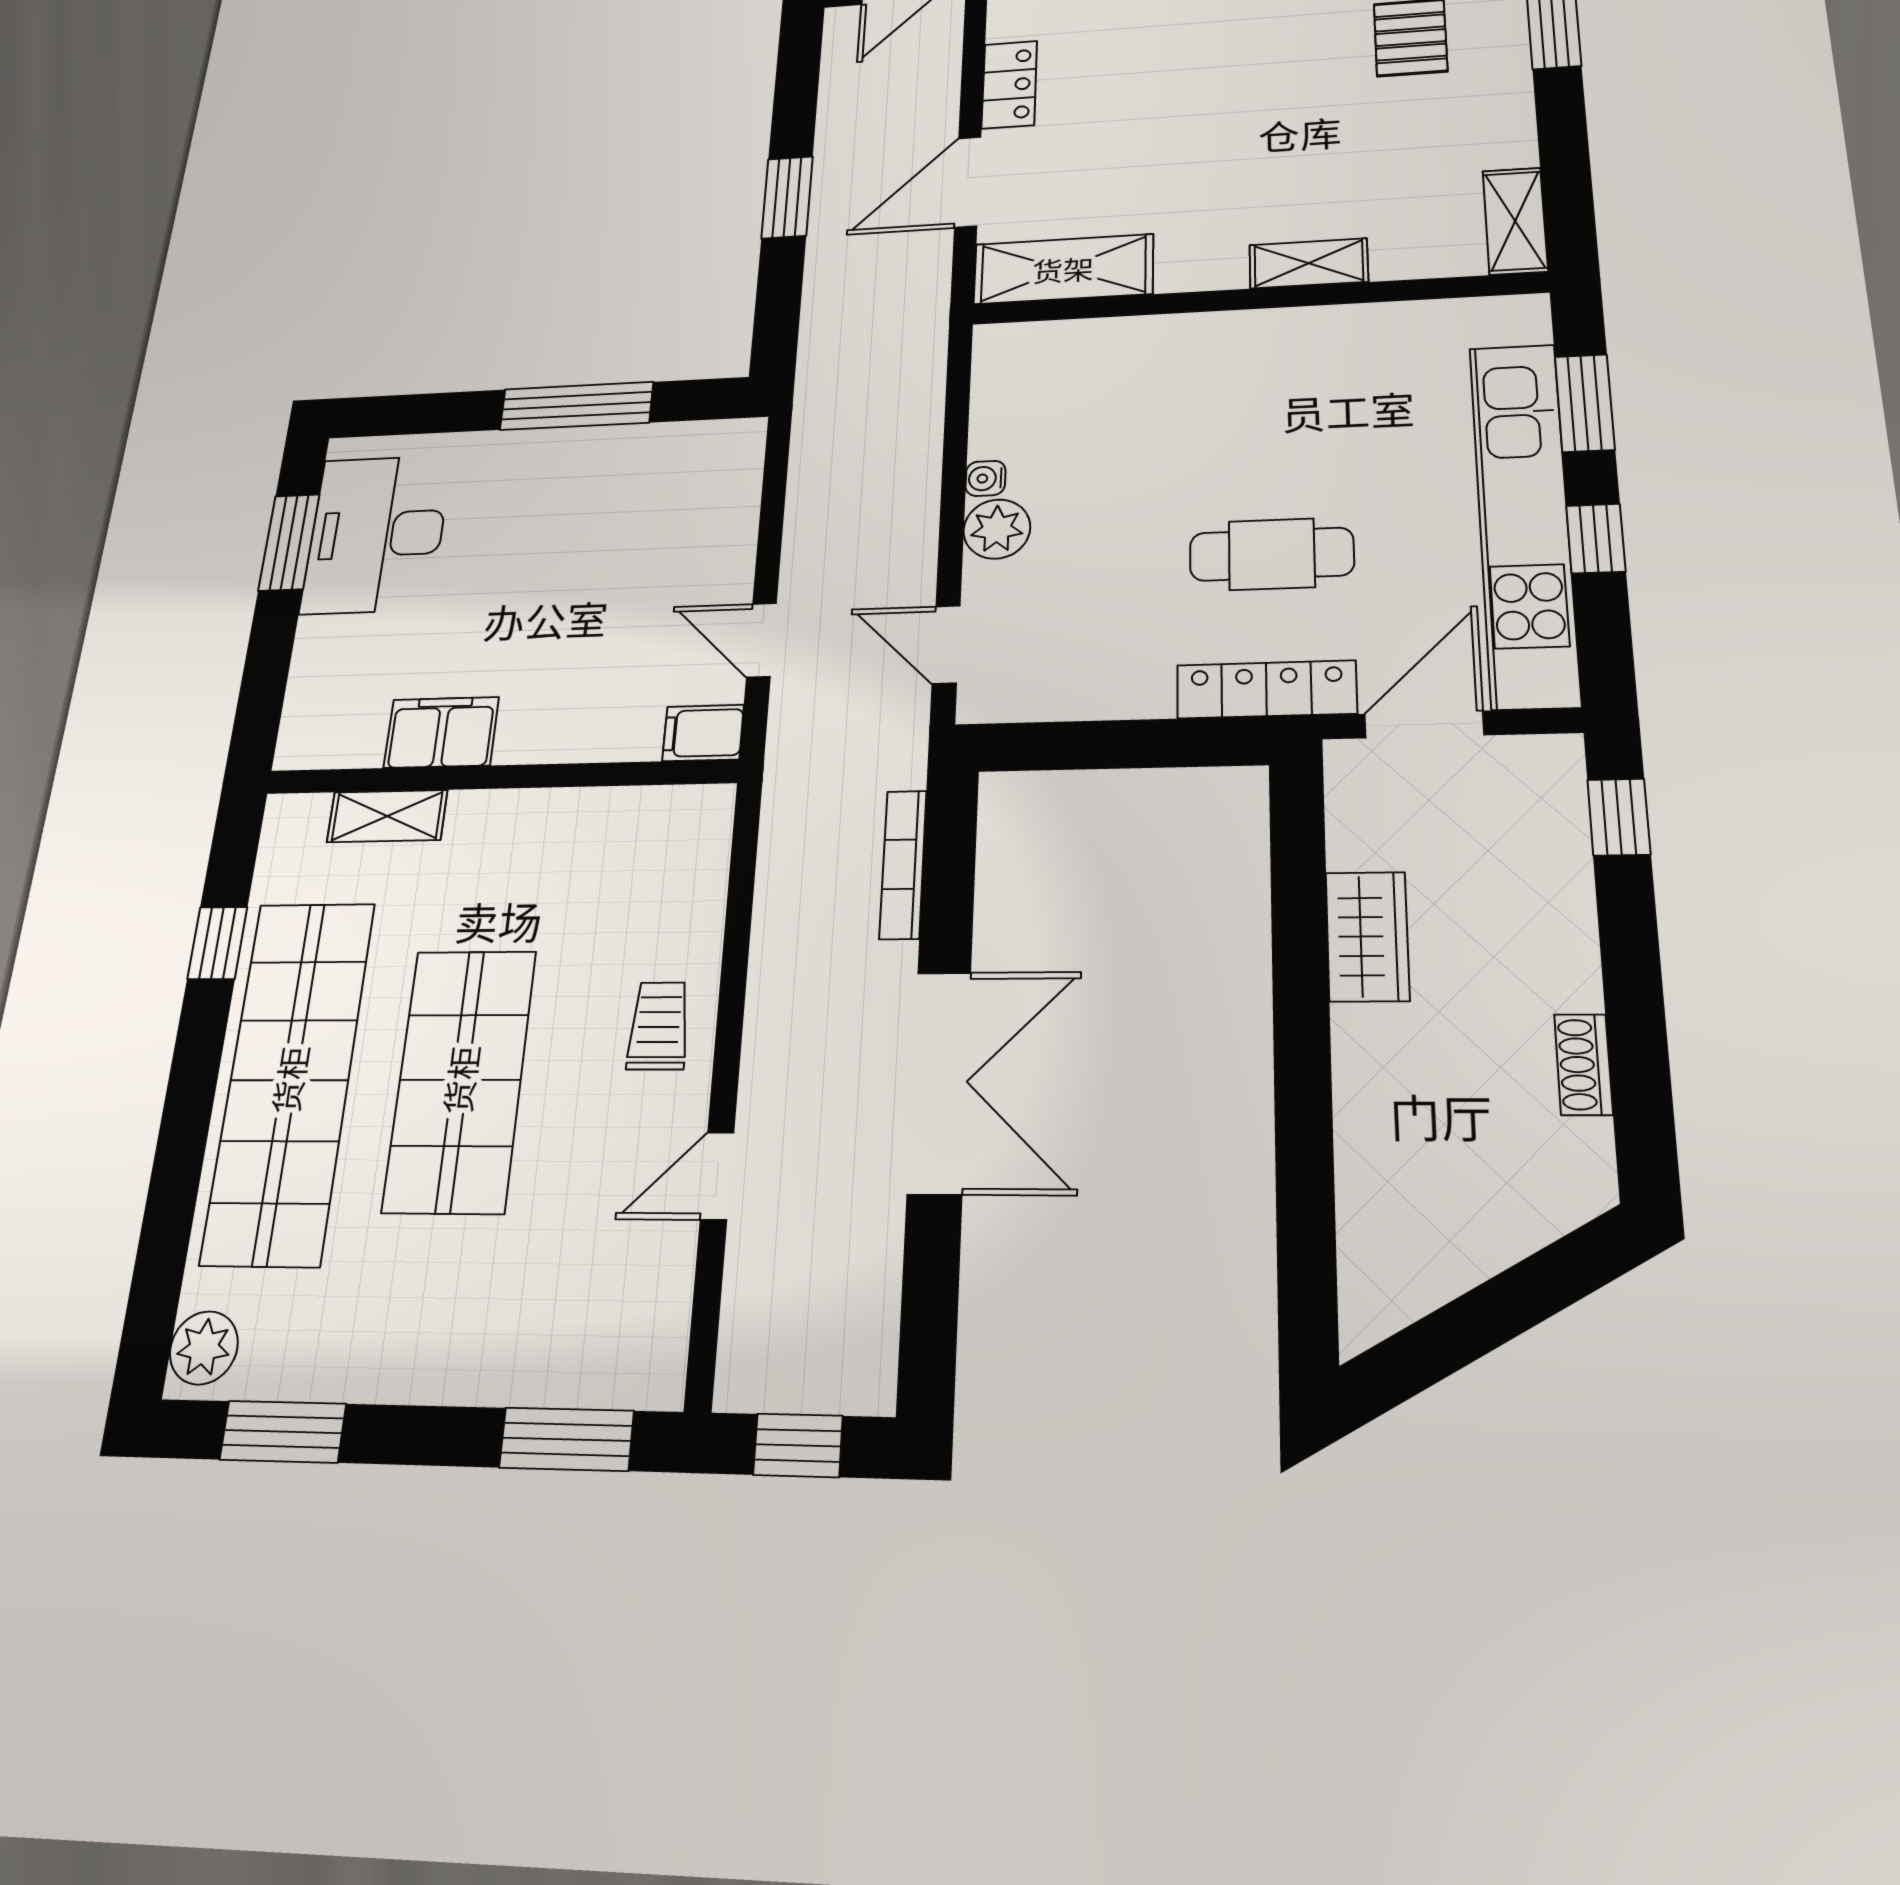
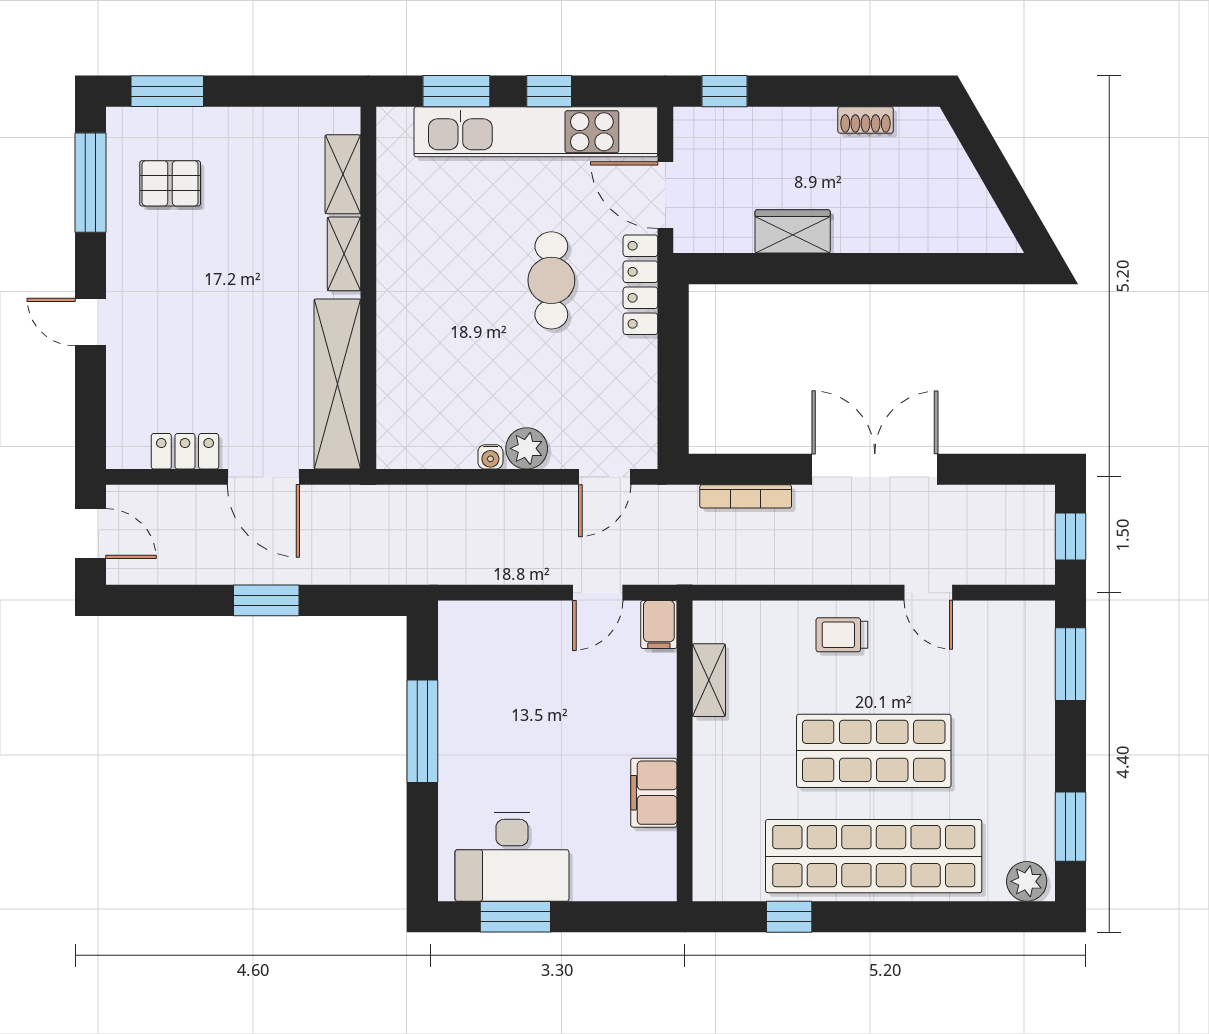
shelving: (1515, 221) -> (343, 174), moved, turned 90
shelving: (1063, 269) -> (337, 384), width x1.47
shelving: (387, 816) -> (709, 680), moved

